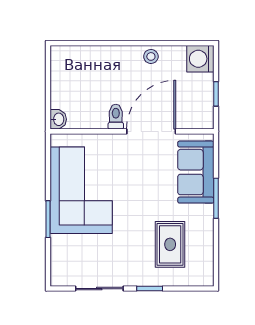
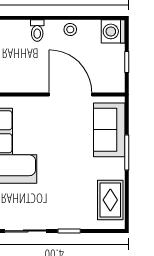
toilet: (116, 117) -> (37, 31), moved, turned 180
door: (151, 131) -> (70, 95), hinge flipped
rug: (170, 244) -> (110, 200), moved

